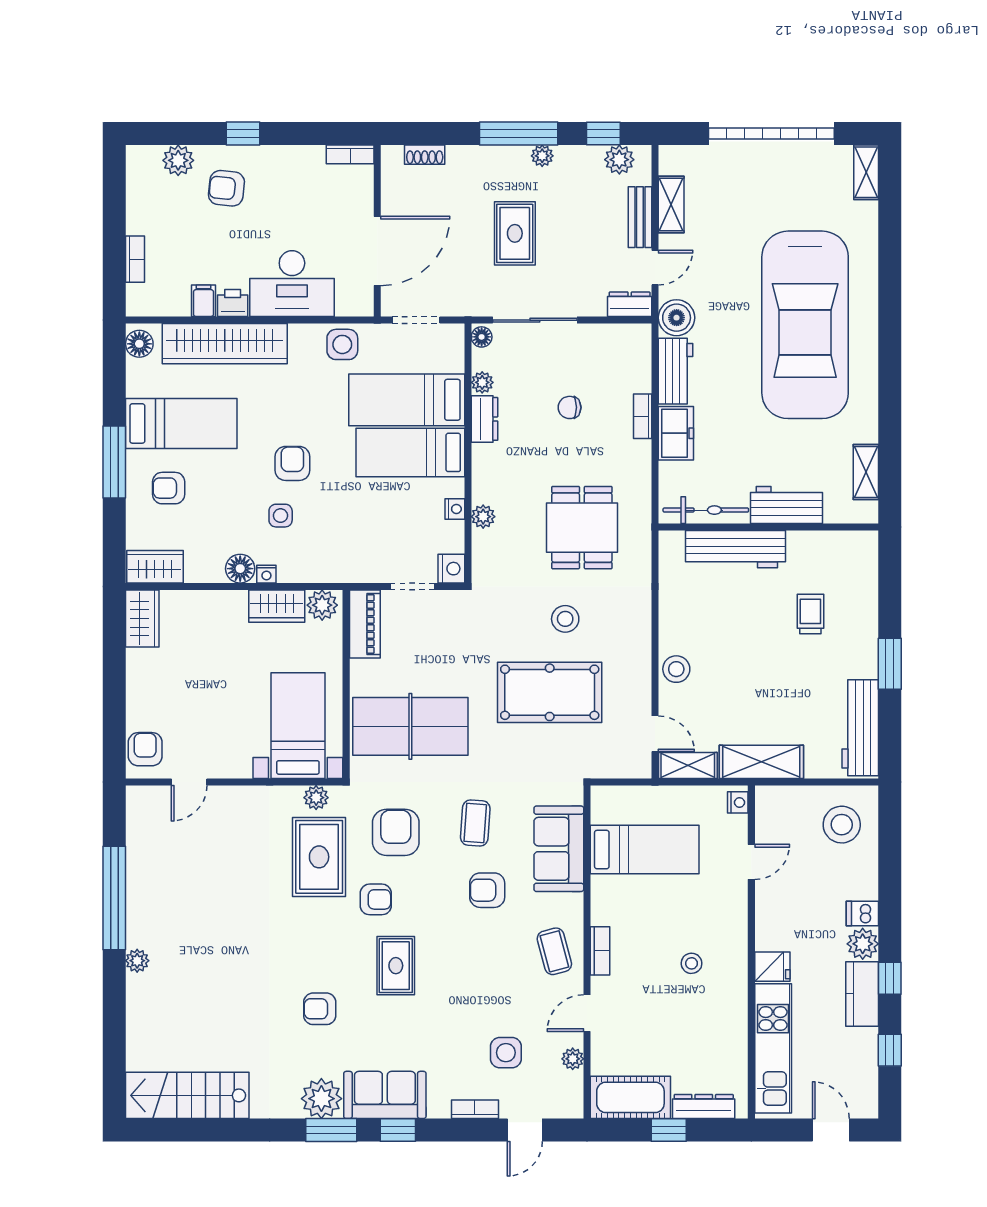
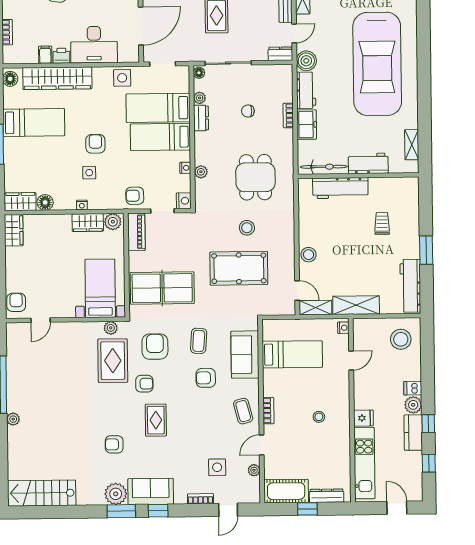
armchair: (169, 488) -> (135, 196), moved
floor lamp: (240, 569) -> (45, 202), moved

